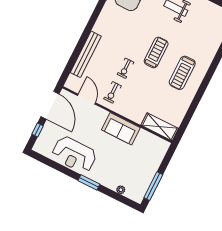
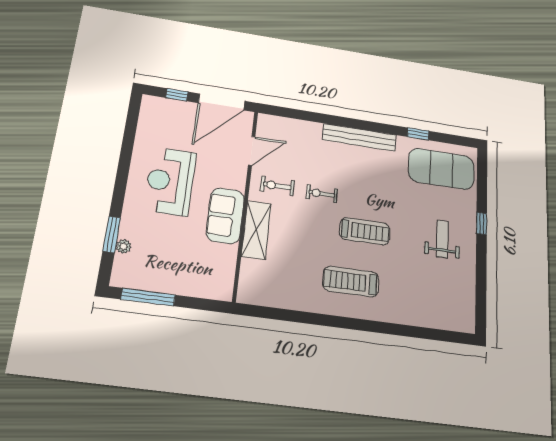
bench: (86, 54) -> (359, 137), moved
shelving: (160, 127) -> (256, 230), moved
reception desk: (74, 155) -> (170, 181), moved
window: (89, 182) -> (112, 234), moved

